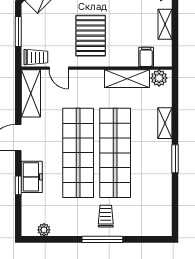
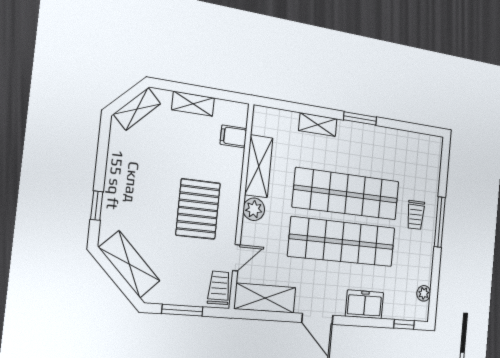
pallet: (91, 36) -> (198, 209), turned 90
plant: (159, 78) -> (254, 209), moved
window: (18, 185) -> (404, 324), moved
trolley: (106, 216) -> (416, 215), turned -90

